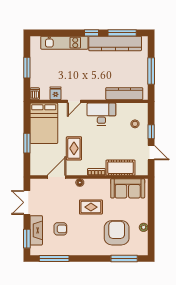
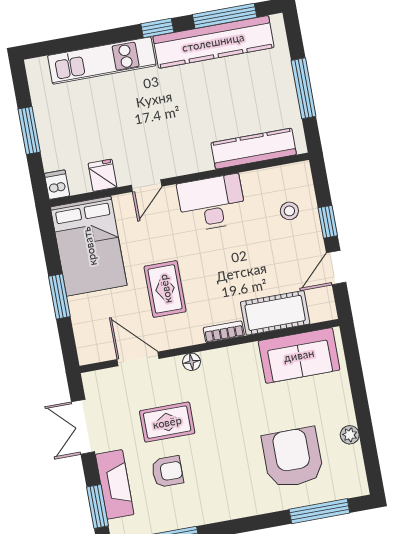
door: (151, 153) -> (336, 268), swing flipped
door: (56, 177) -> (138, 359), hinge flipped
rug: (91, 207) -> (167, 422), moved

